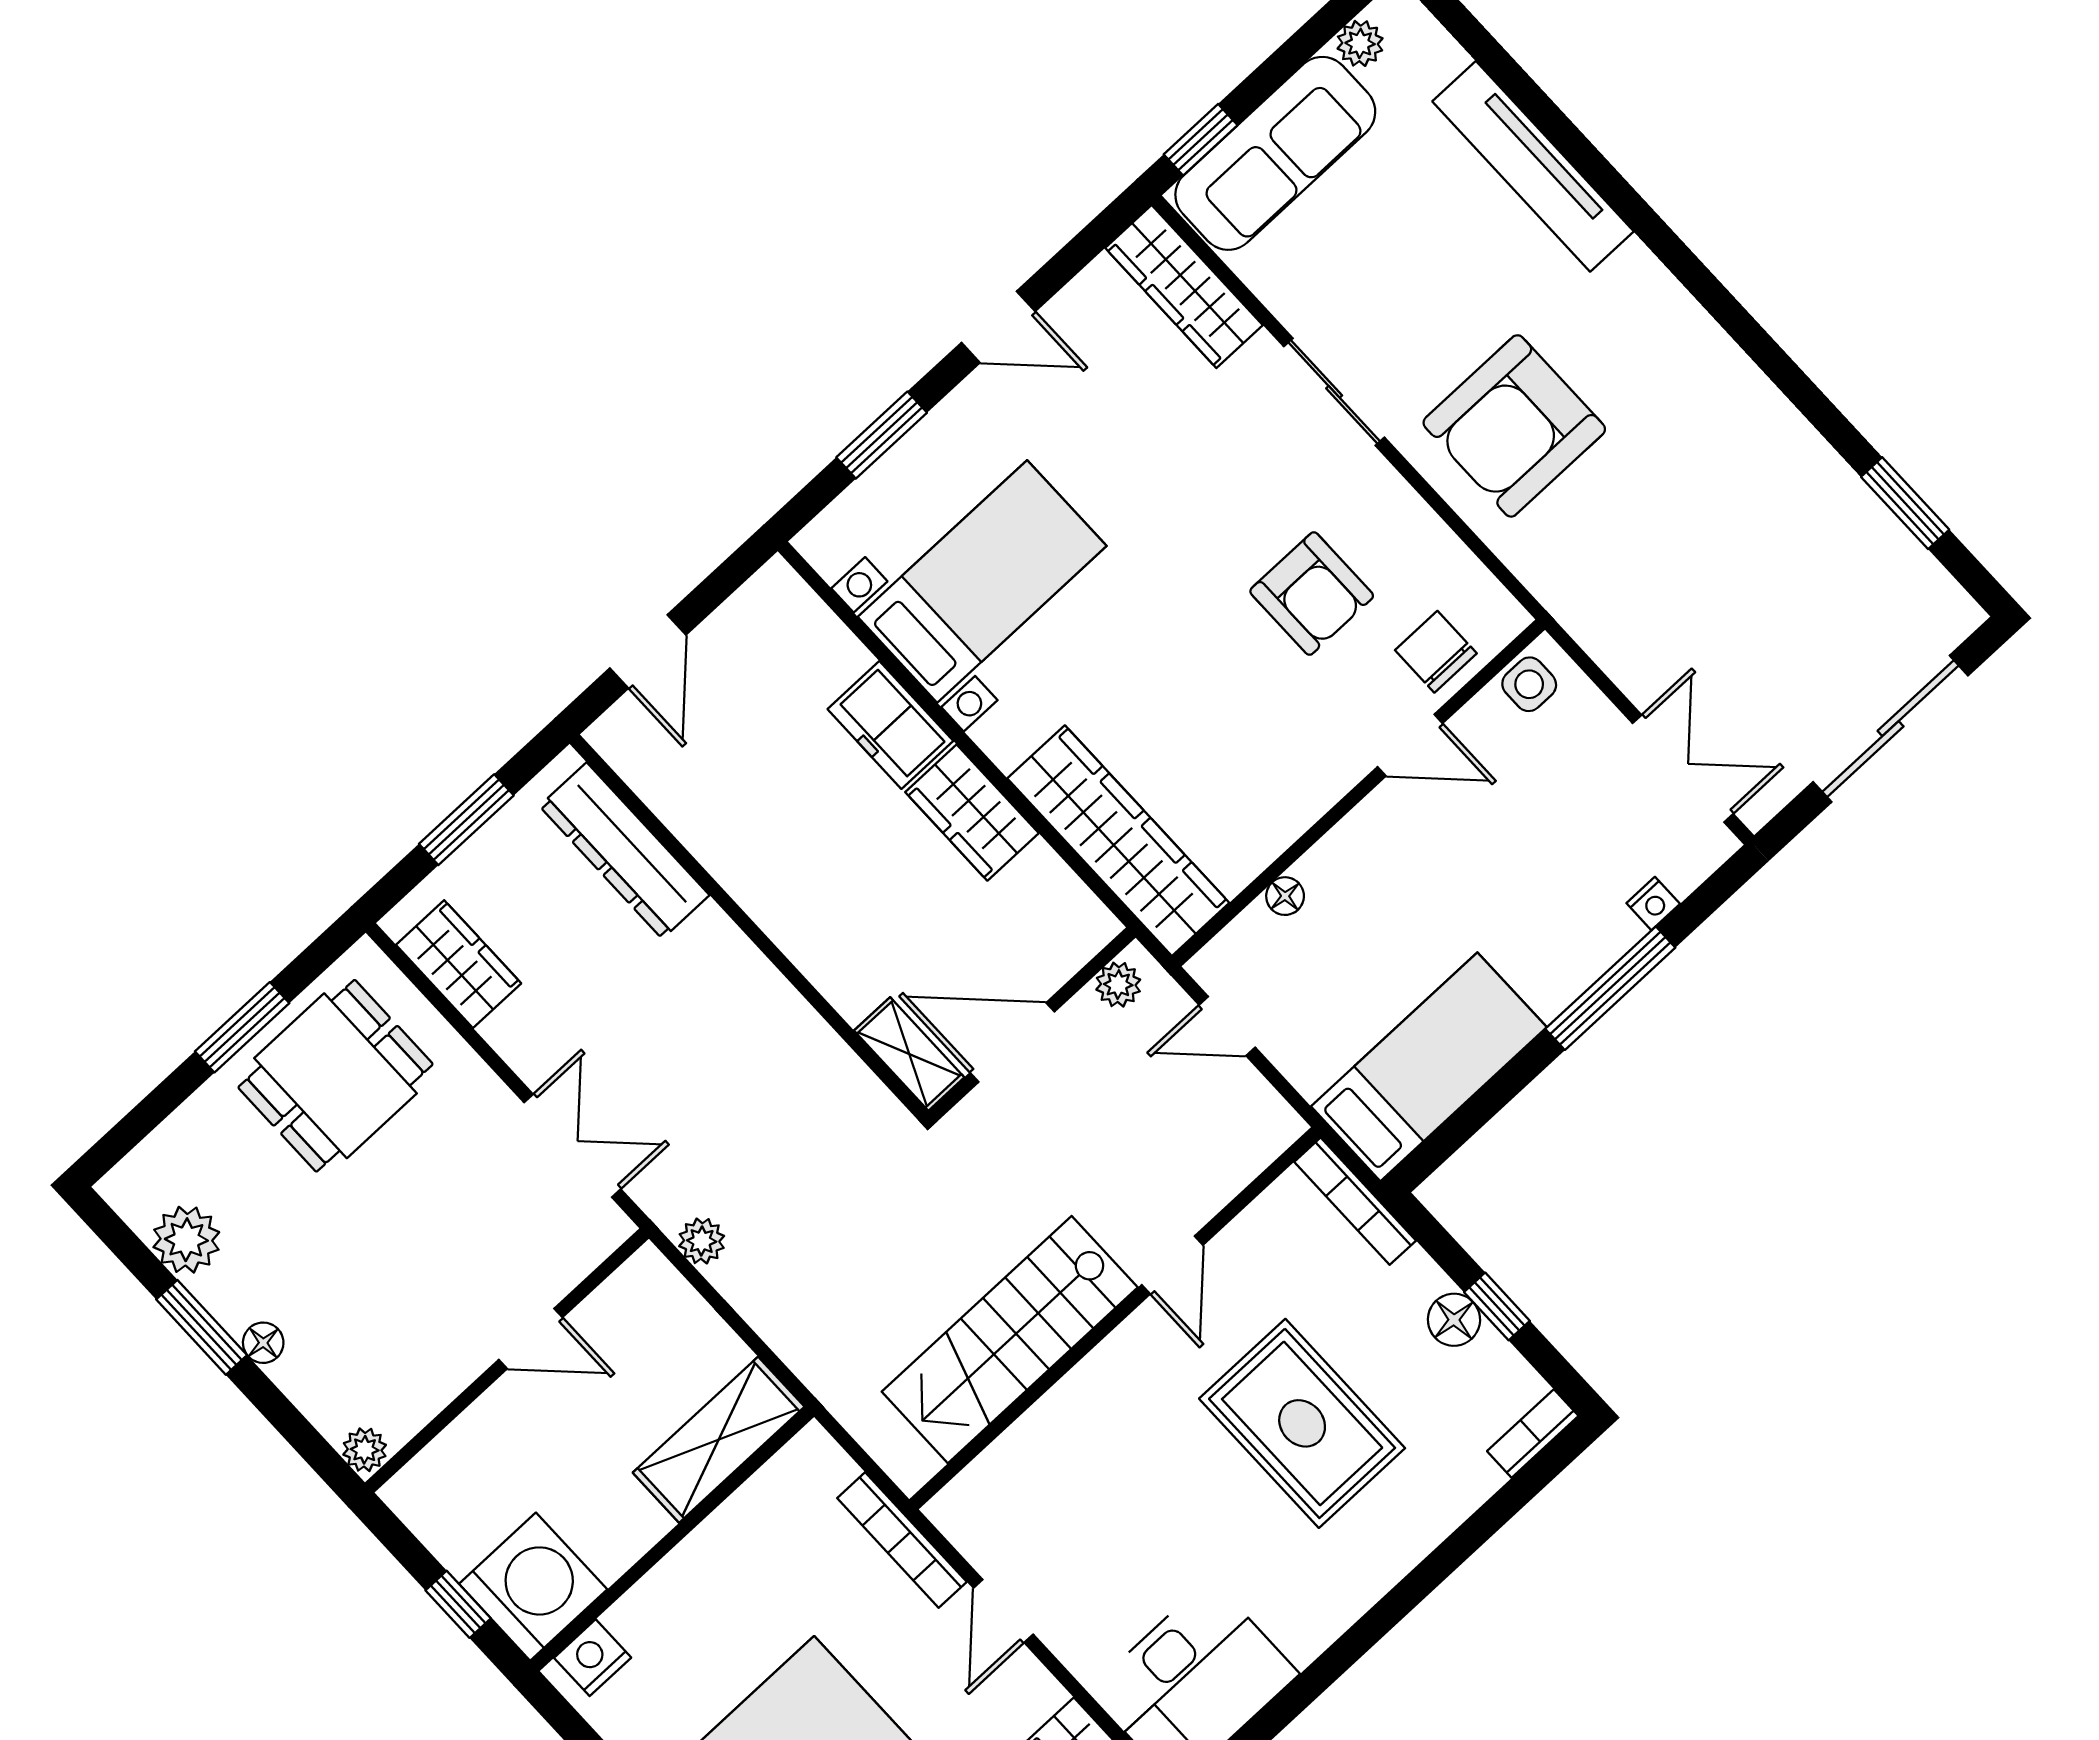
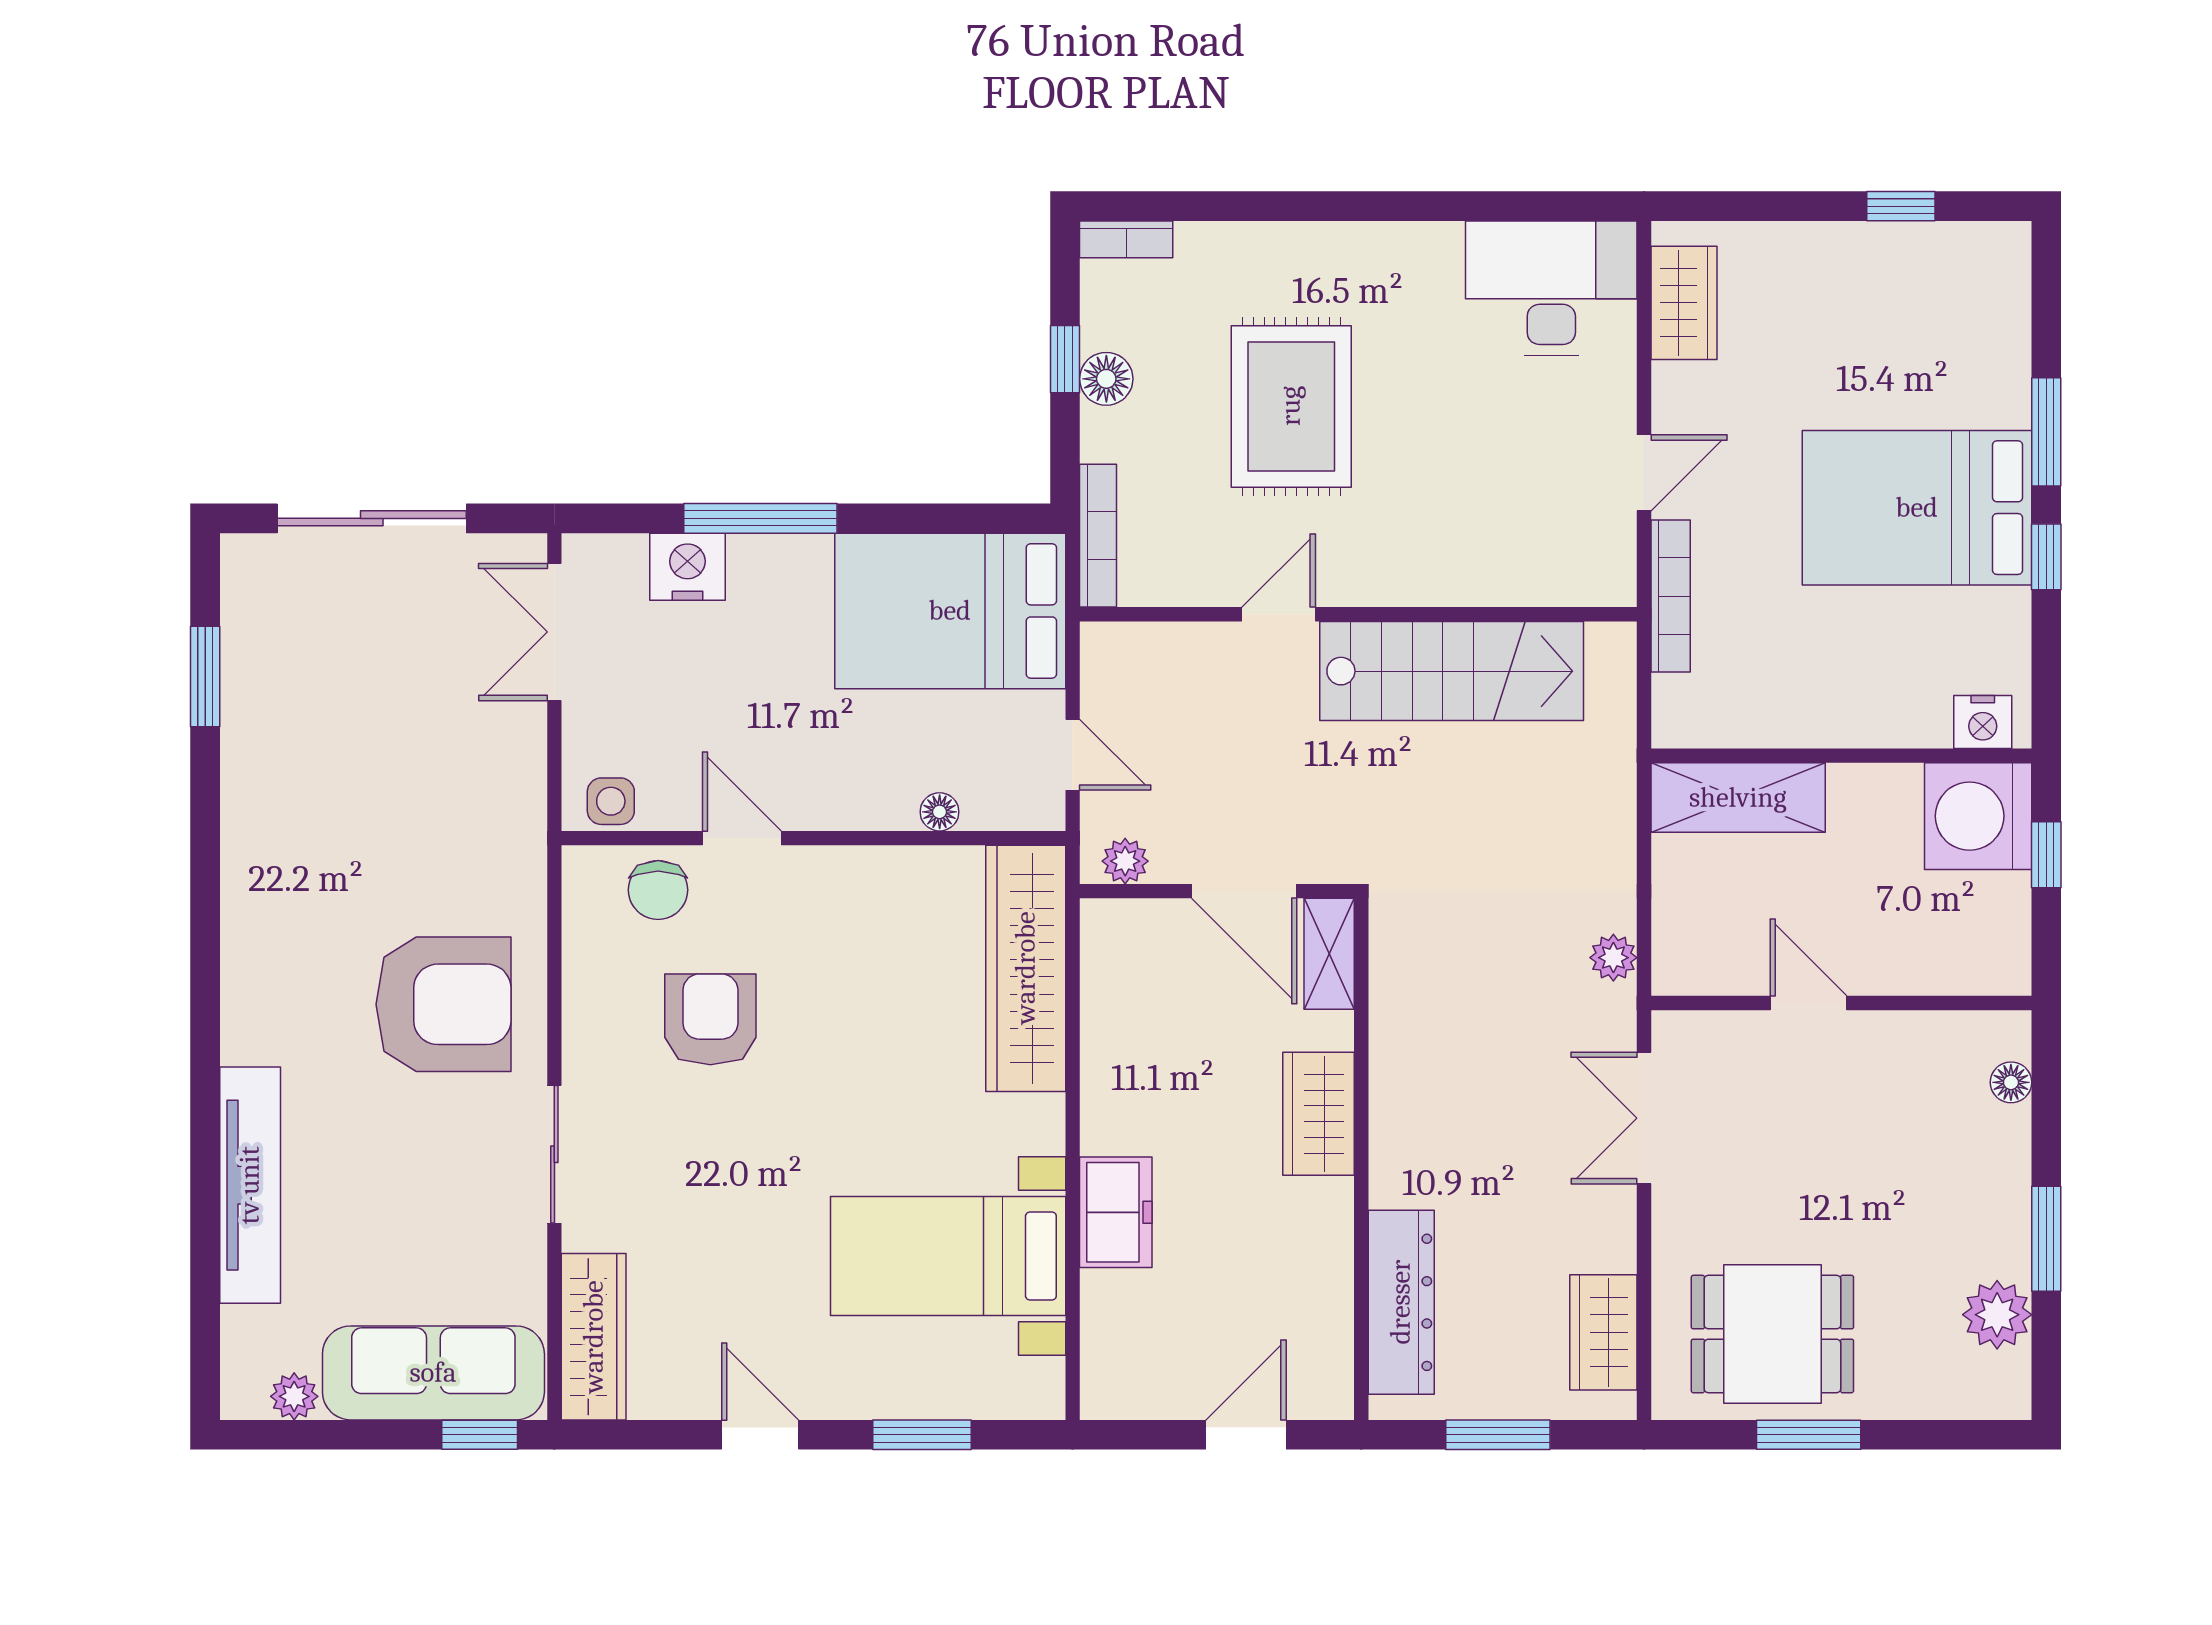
wardrobe: (972, 813) -> (1318, 1114), moved, turned 180
nightstand: (1653, 904) -> (688, 567), width x1.89, depth x1.79
bed: (1429, 1067) -> (950, 611), width x1.50
floor lamp: (263, 1343) -> (2011, 1082), moved
plant: (365, 1450) -> (2009, 1035), removed

